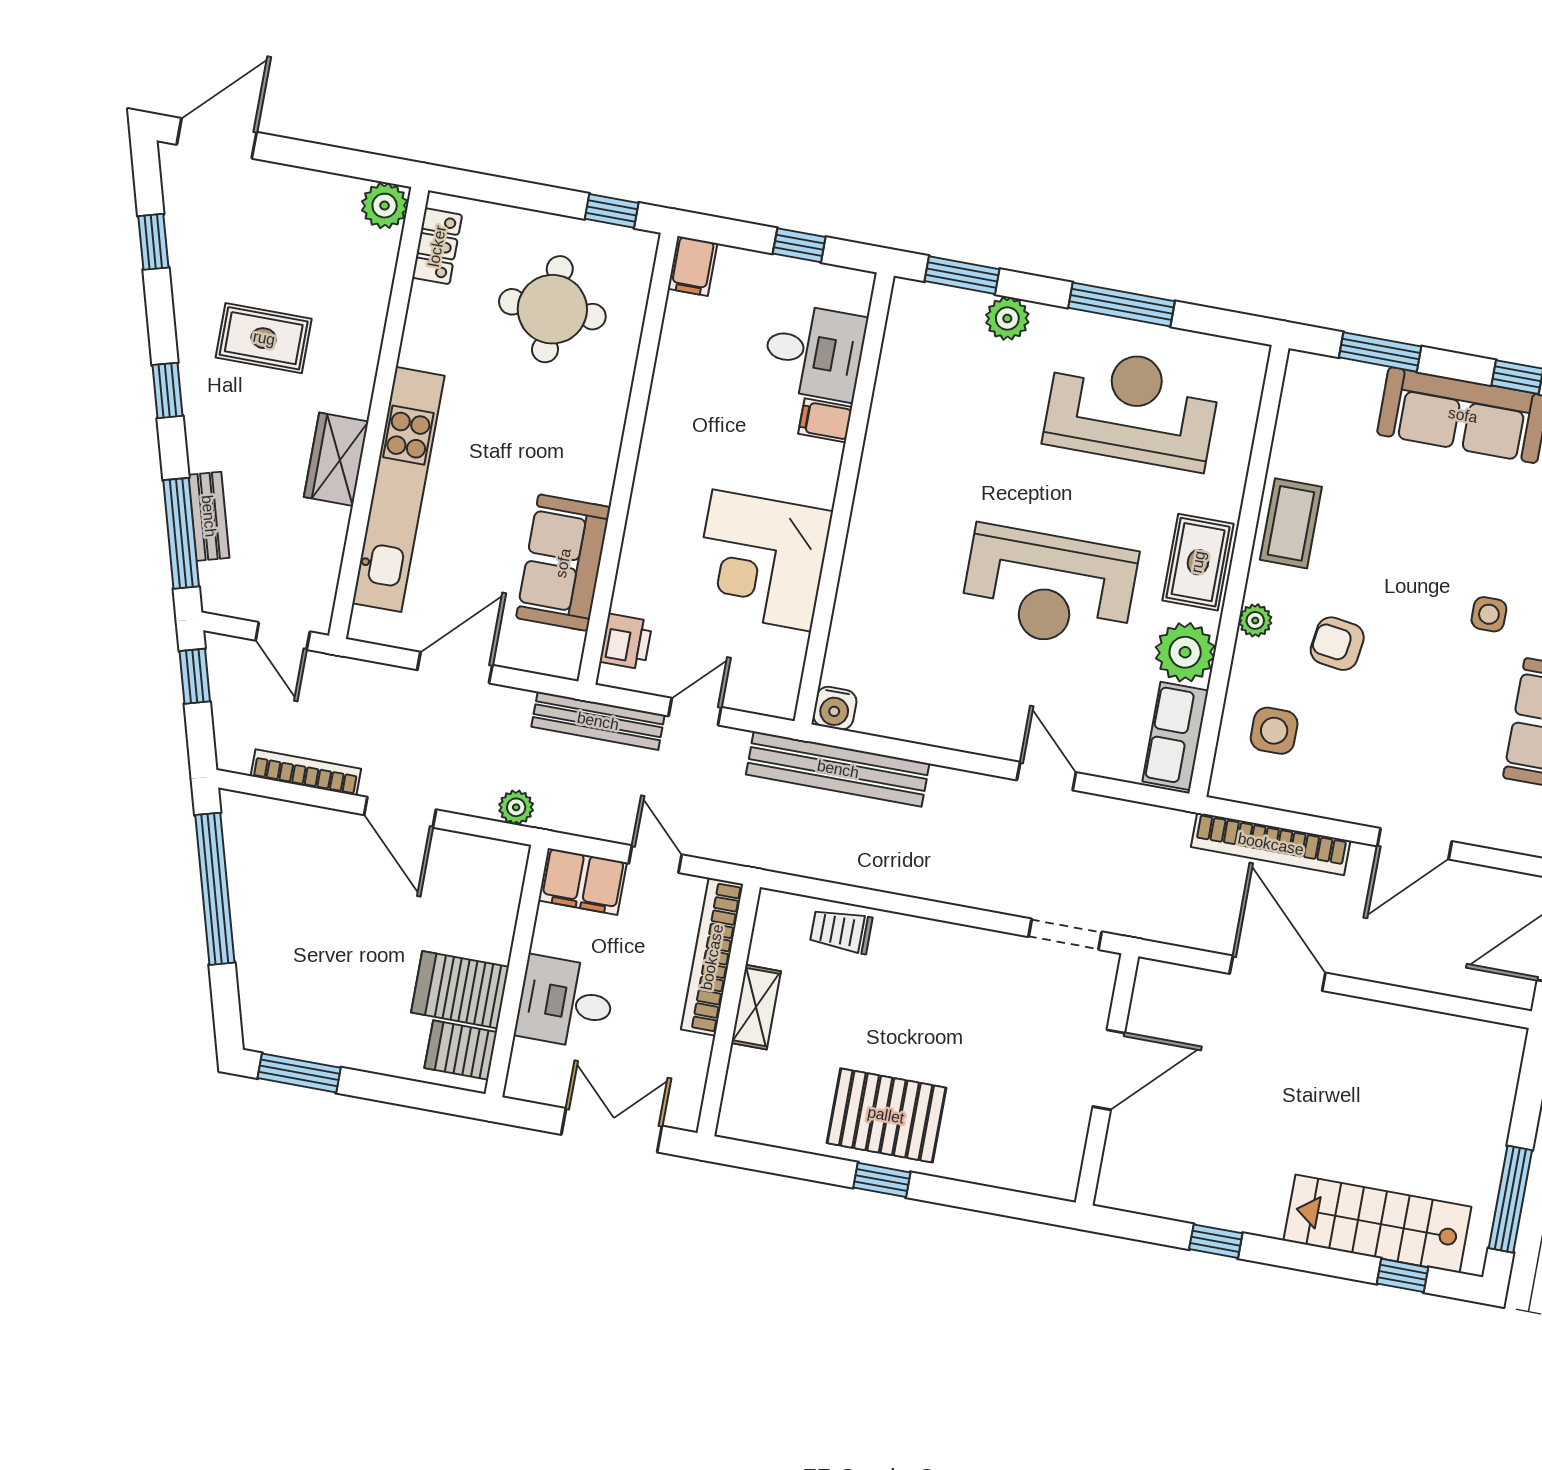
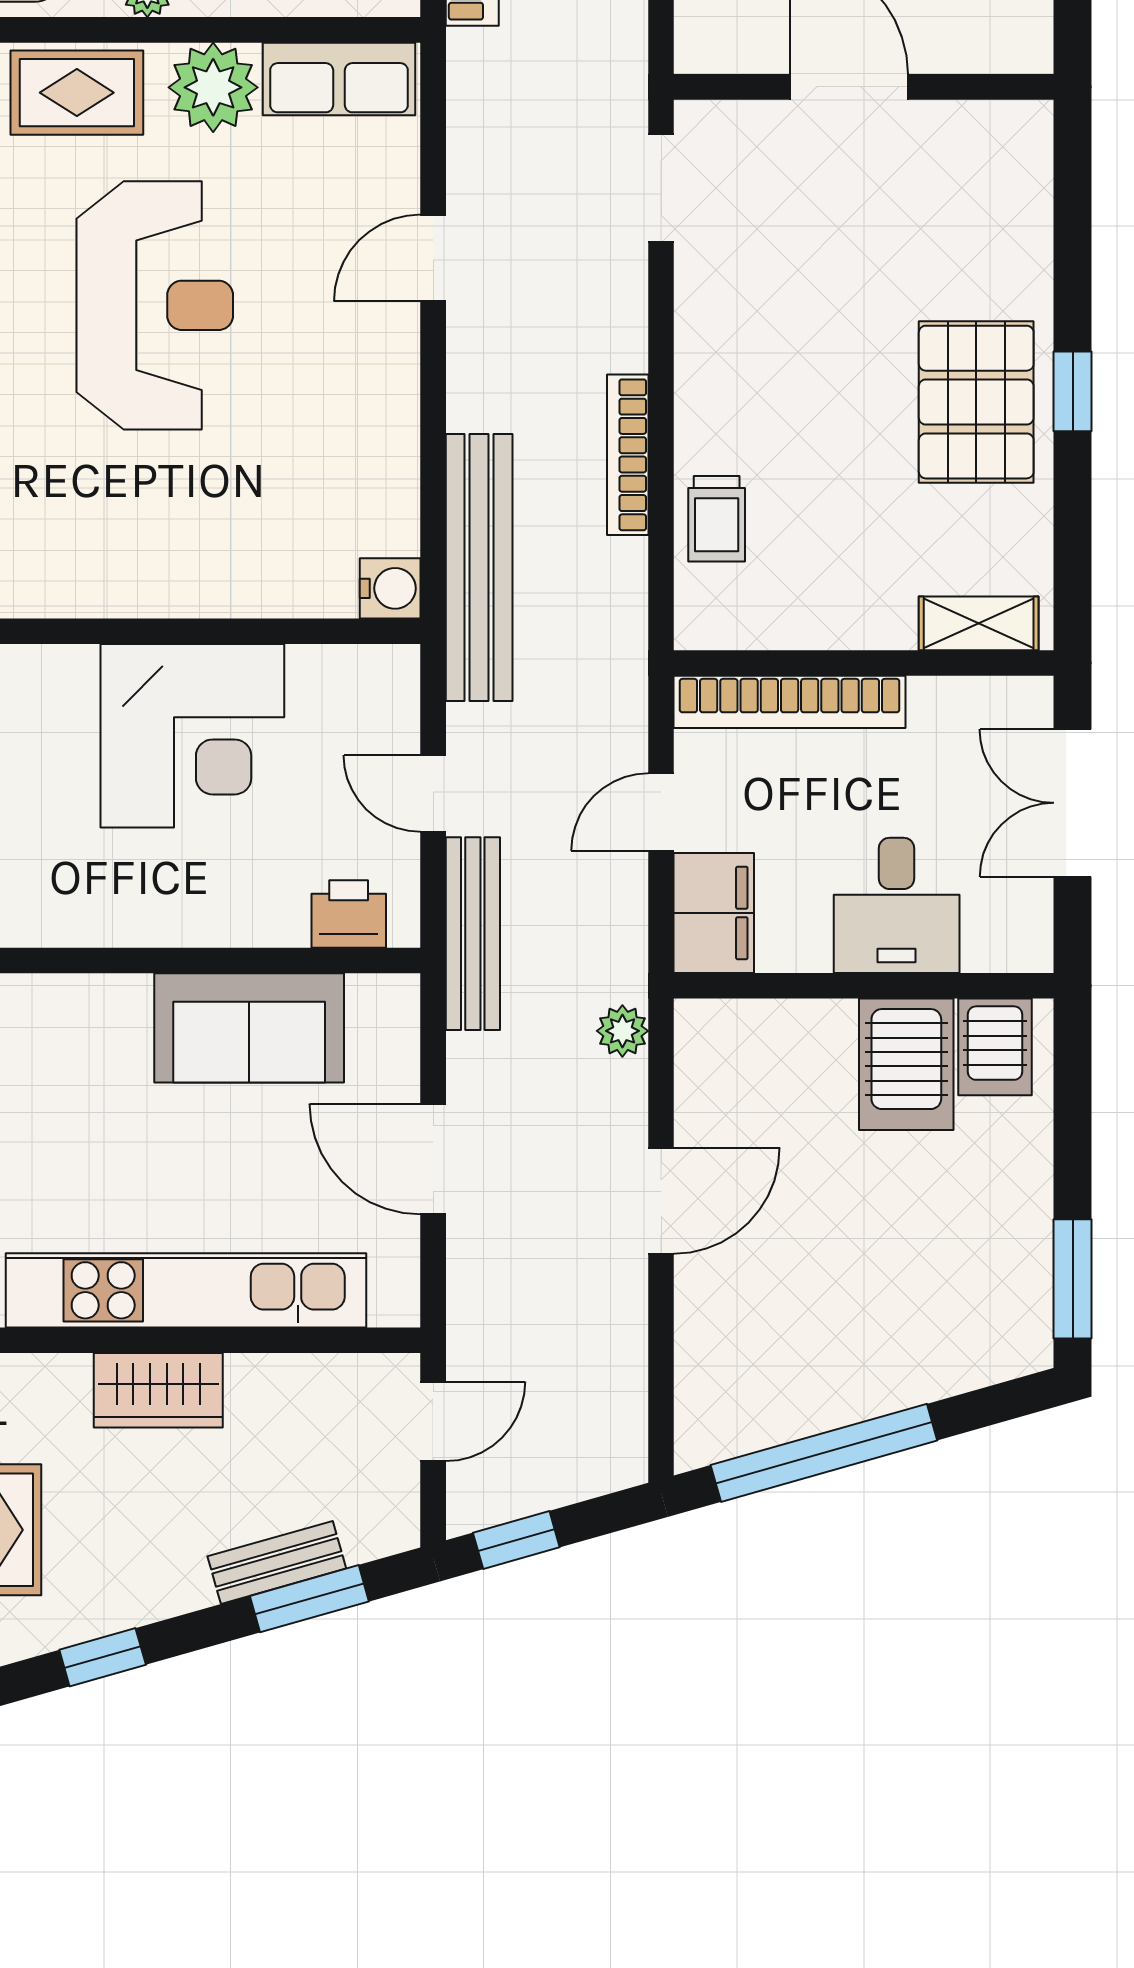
window: (181, 533) -> (309, 1599), width x0.69
bookcase: (306, 772) -> (628, 455), moved
shelving: (756, 1007) -> (979, 623), moved

